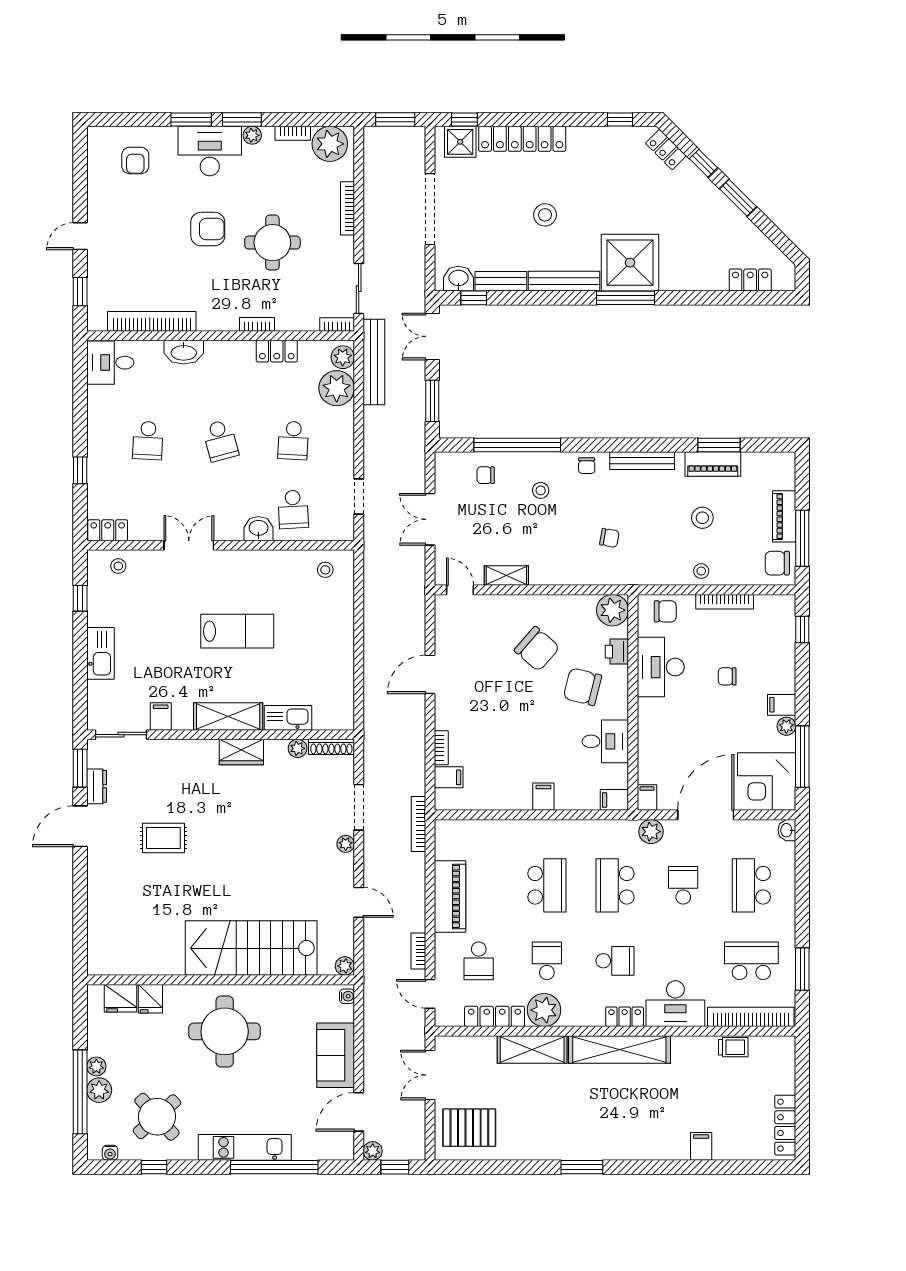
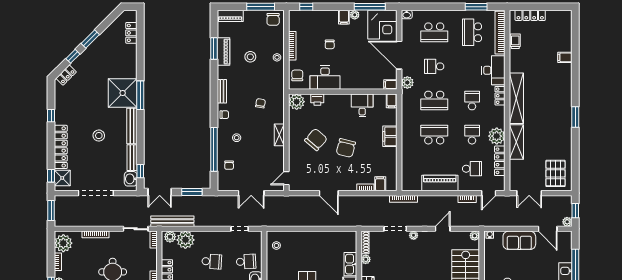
window: (620, 120) -> (51, 116), moved
bench: (642, 461) -> (222, 91), width x0.73
piano: (784, 516) -> (230, 16), moved
shelving: (506, 575) -> (279, 135), moved
chair: (582, 687) -> (346, 148), moved
filing cabinet: (543, 797) -> (390, 136), width x2.00
school desk: (547, 961) -> (472, 135), turned 90
locker: (785, 1125) -> (530, 15), moved

